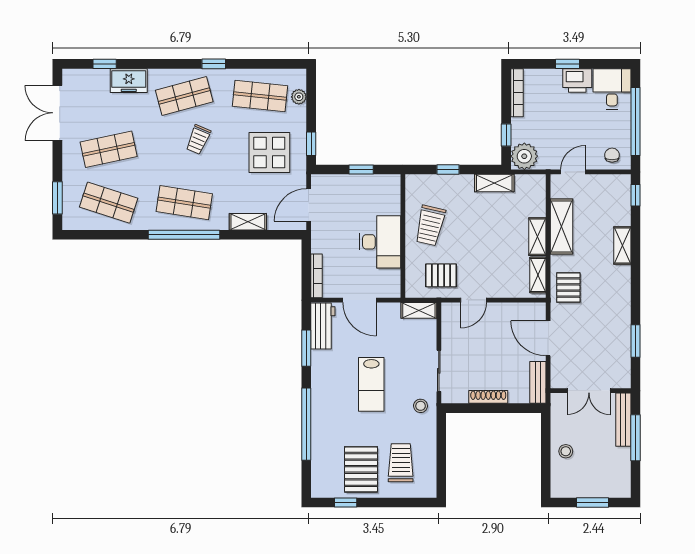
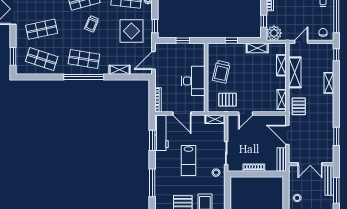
shelving: (537, 237) -> (281, 65), moved
workbench: (323, 326) -> (161, 133), width x1.38
window: (306, 424) -> (152, 183), width x0.68

